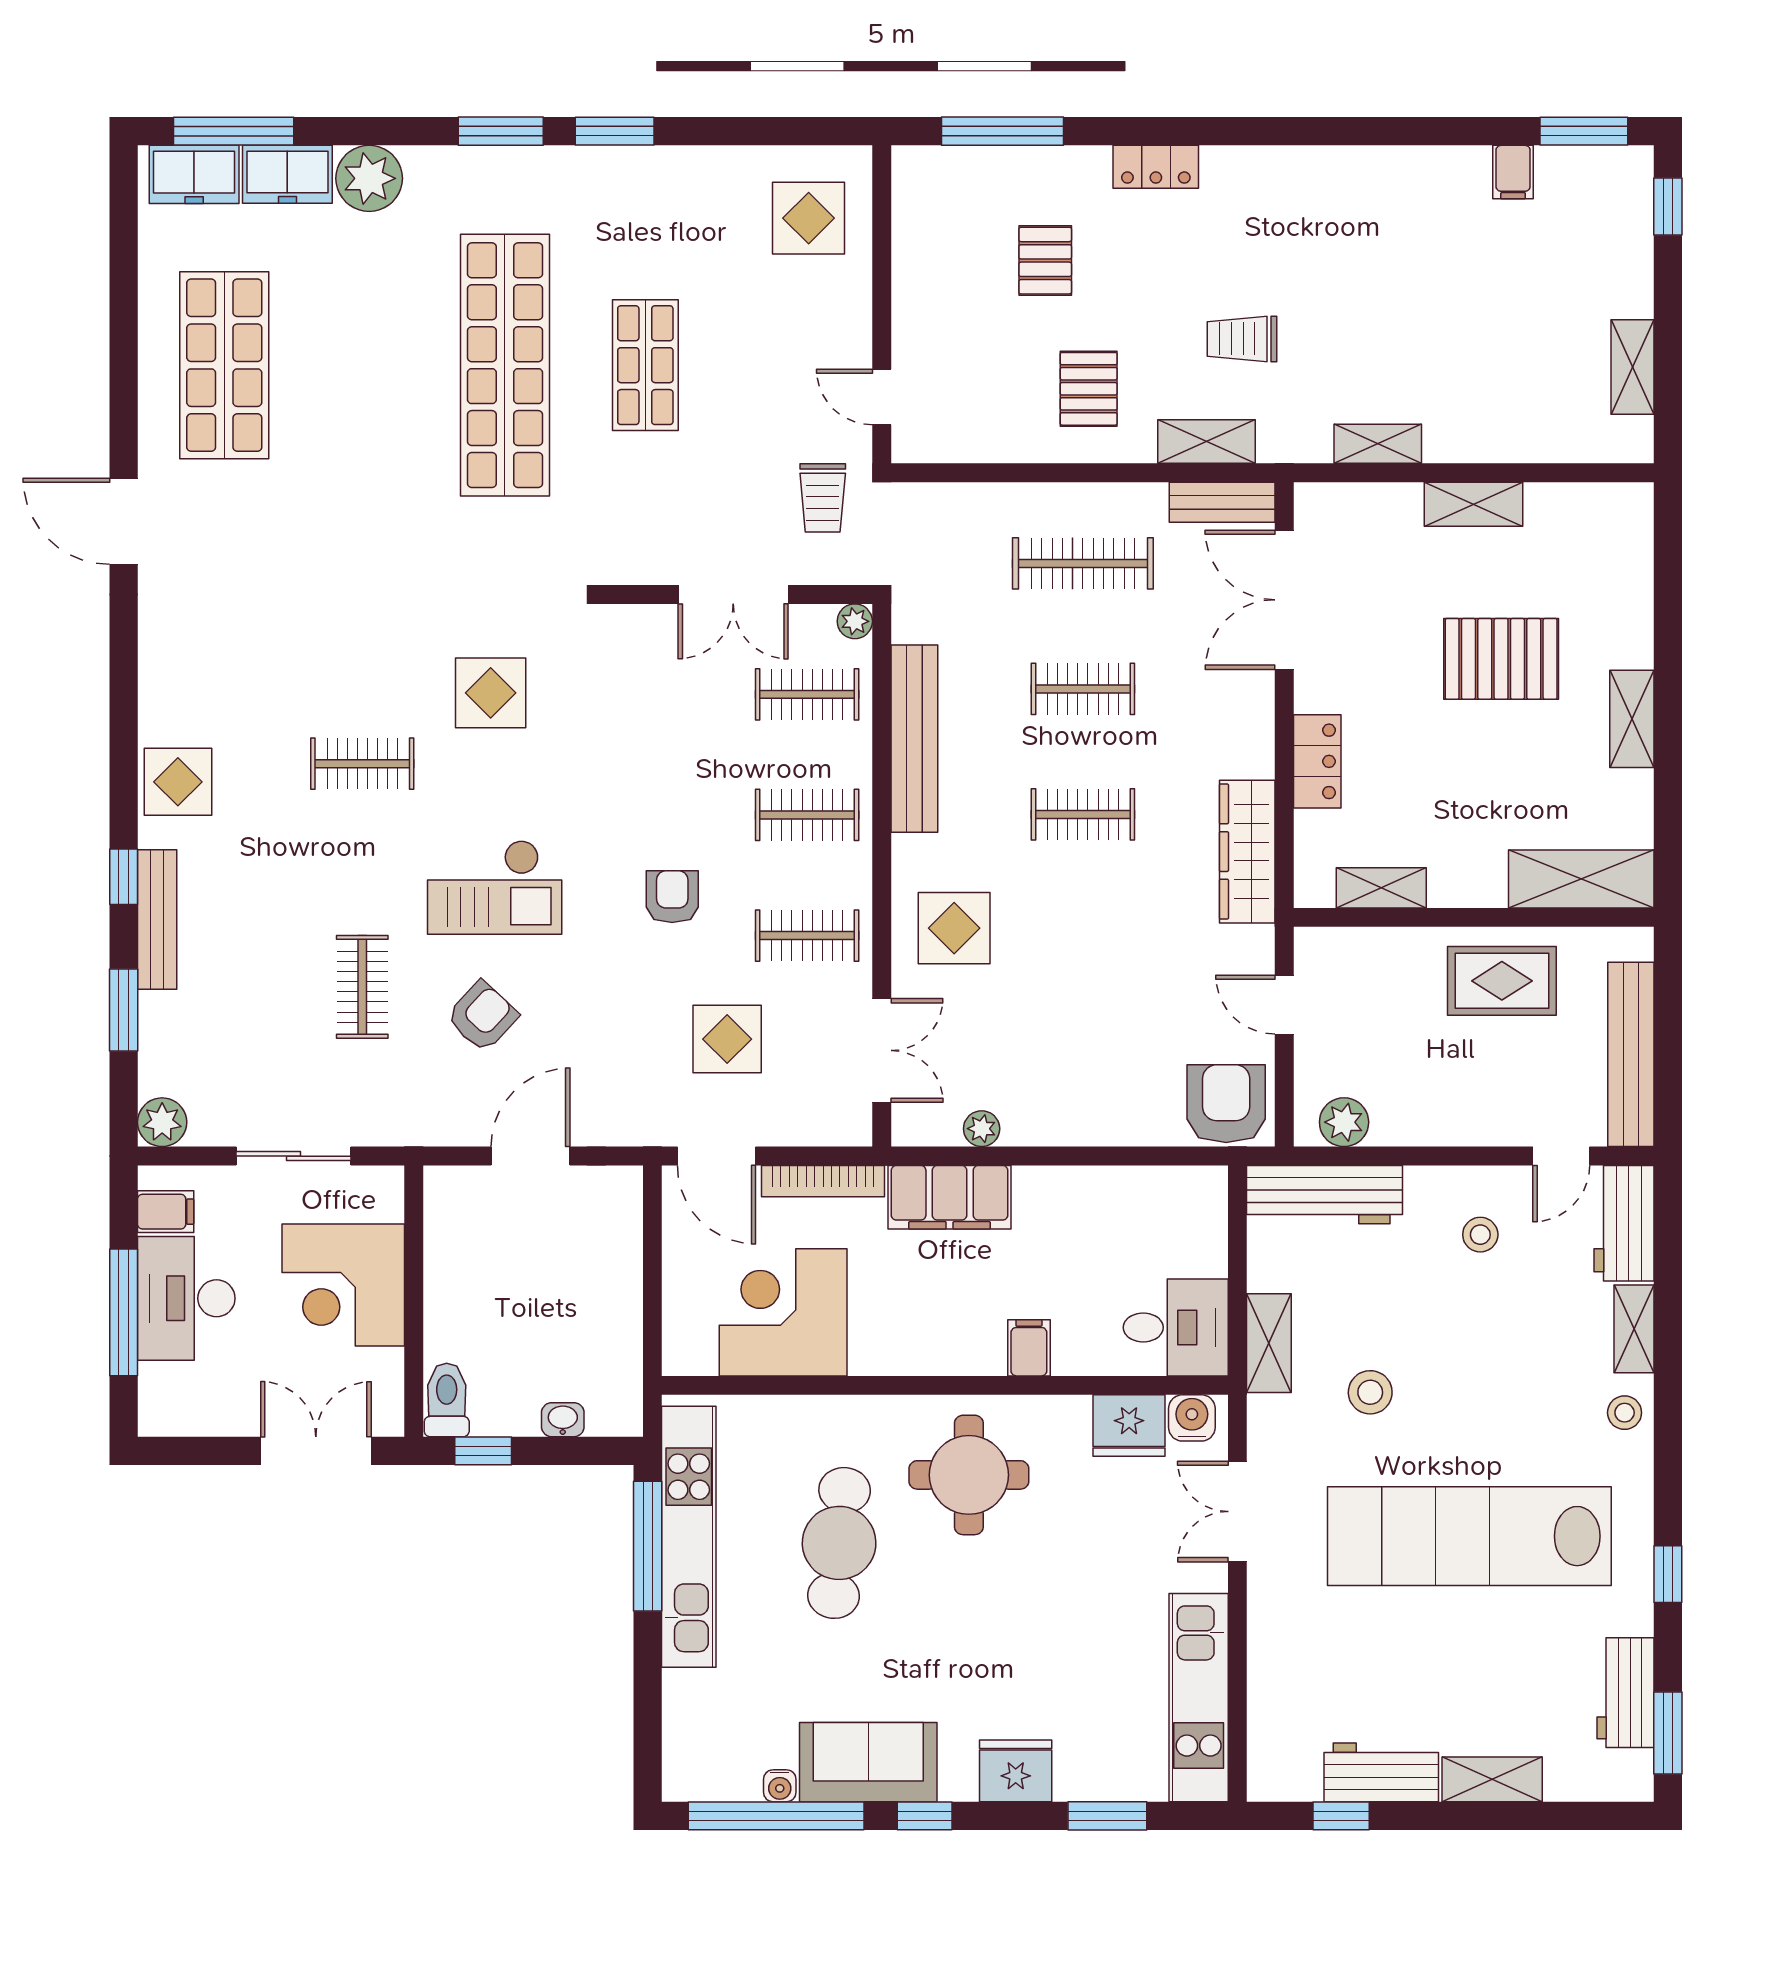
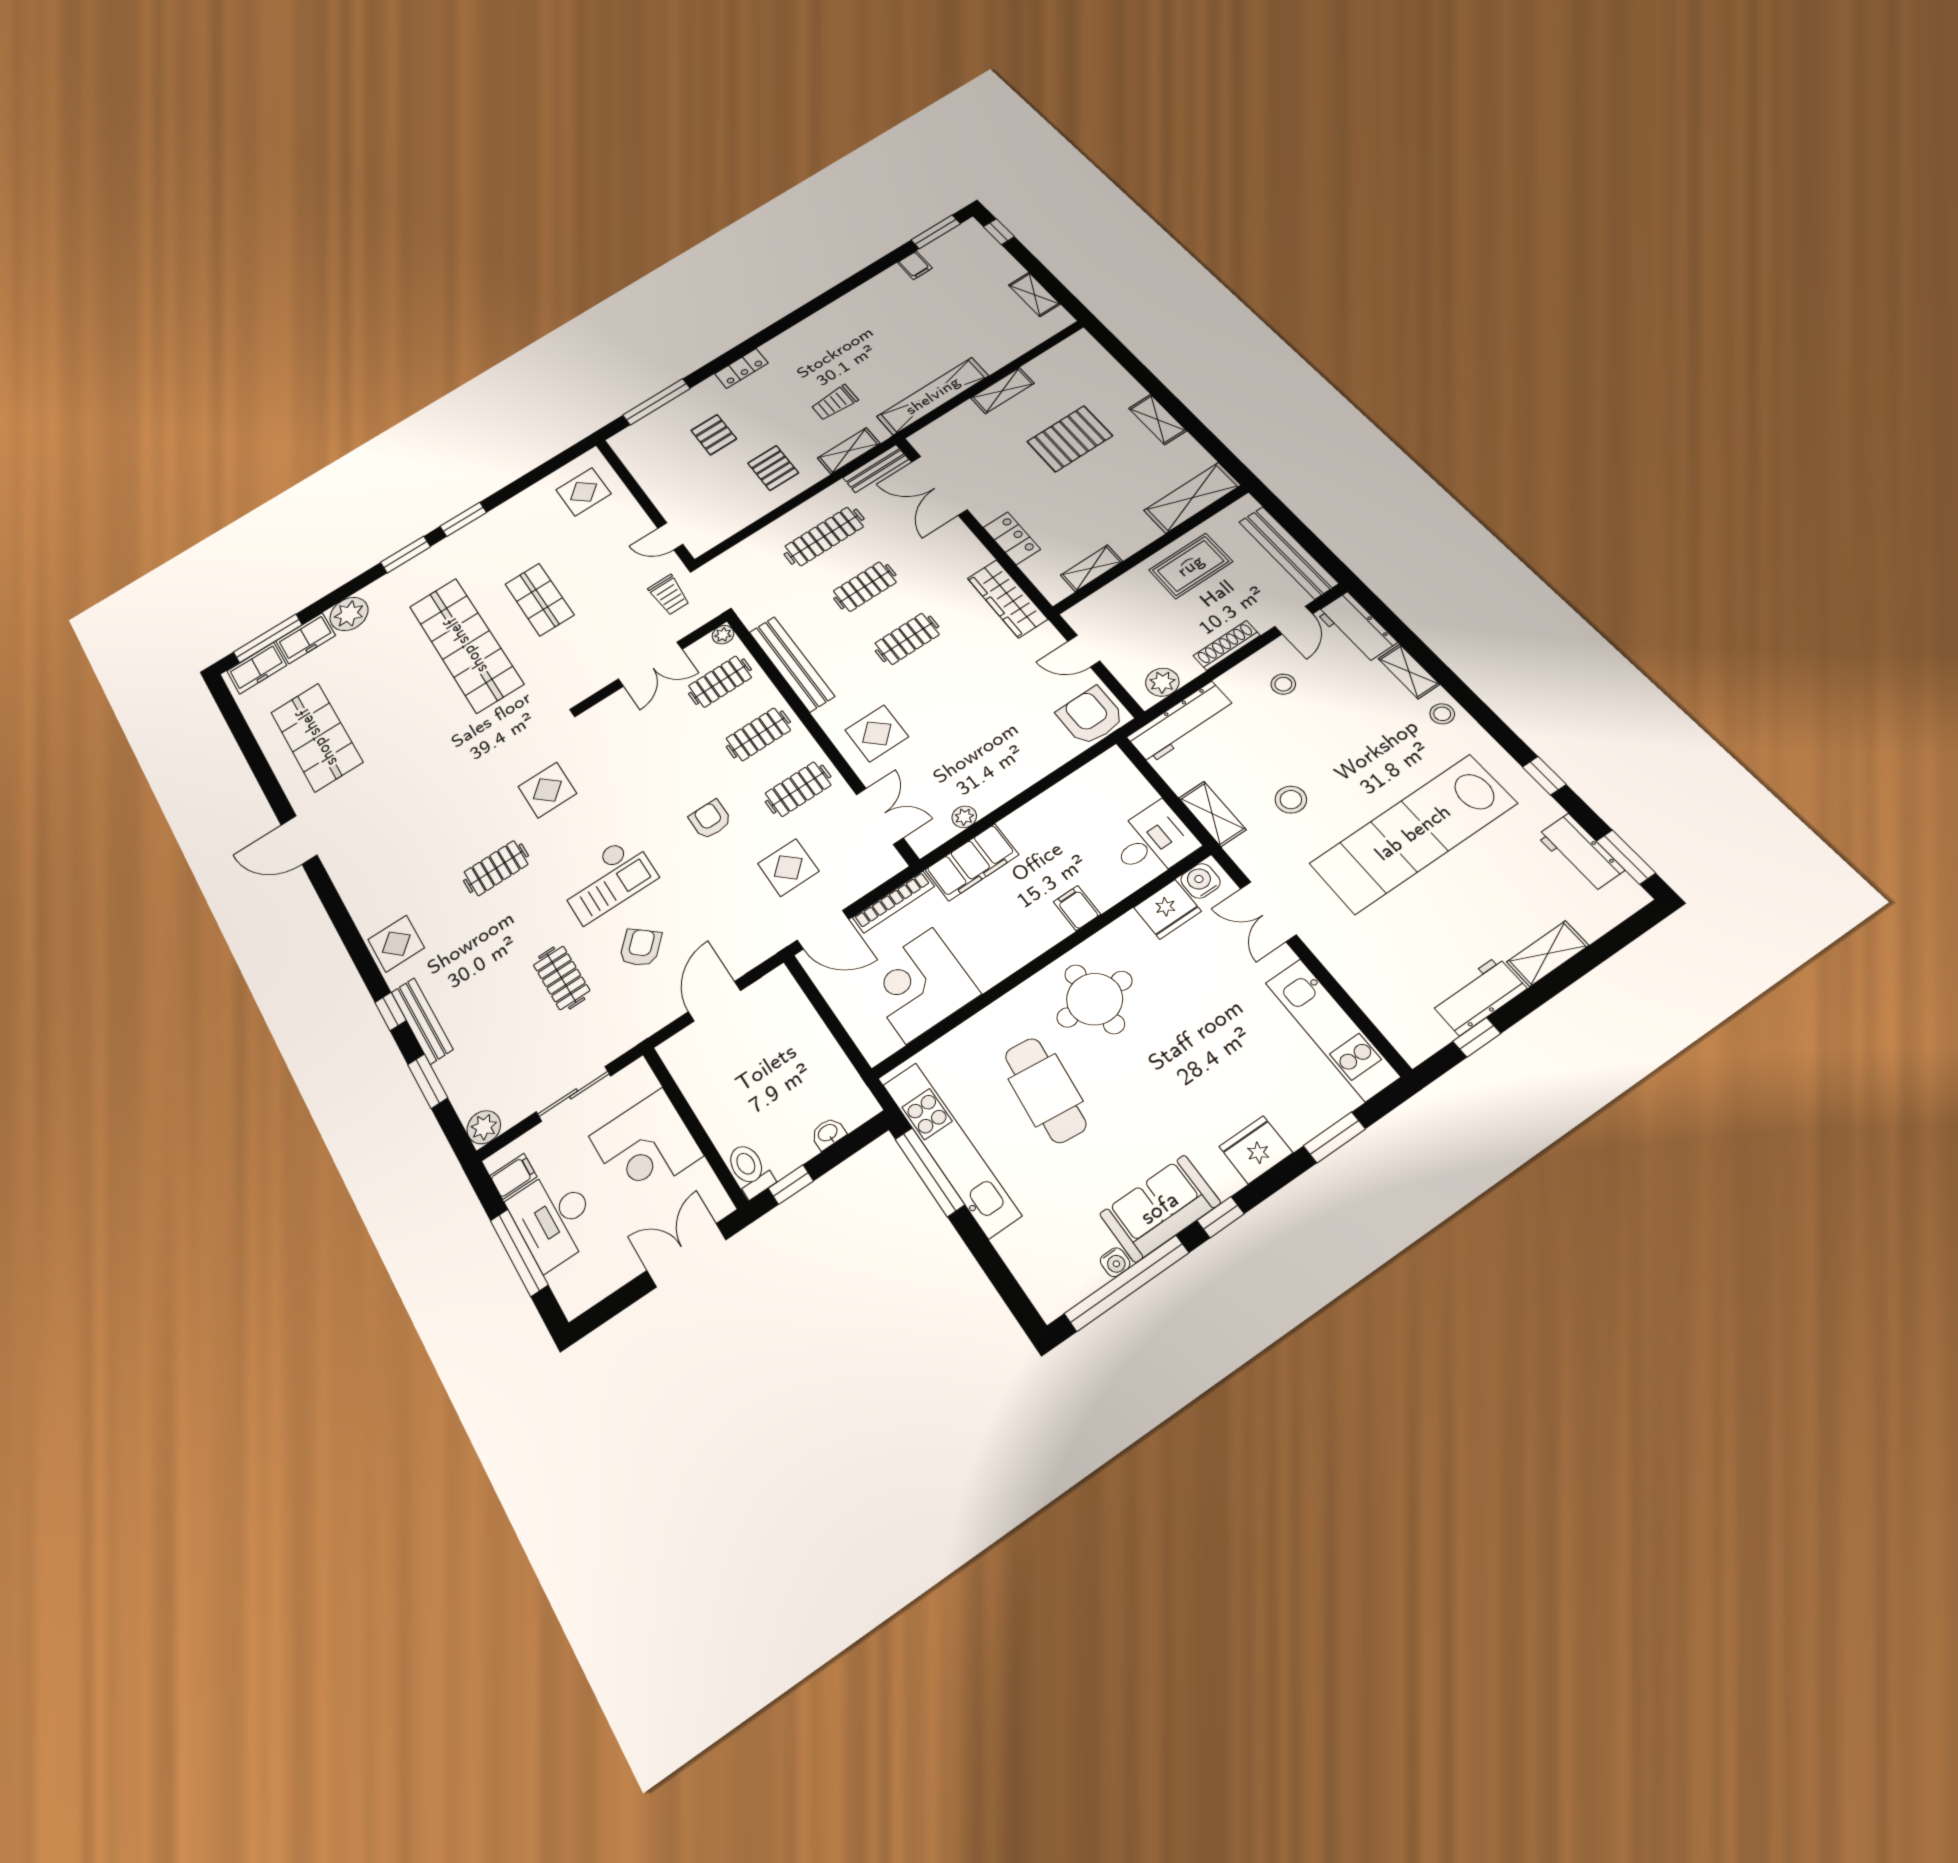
shelving: (1378, 444) -> (933, 396), width x2.20, depth x1.33
shoe rack: (1457, 1130) -> (1227, 645), added

